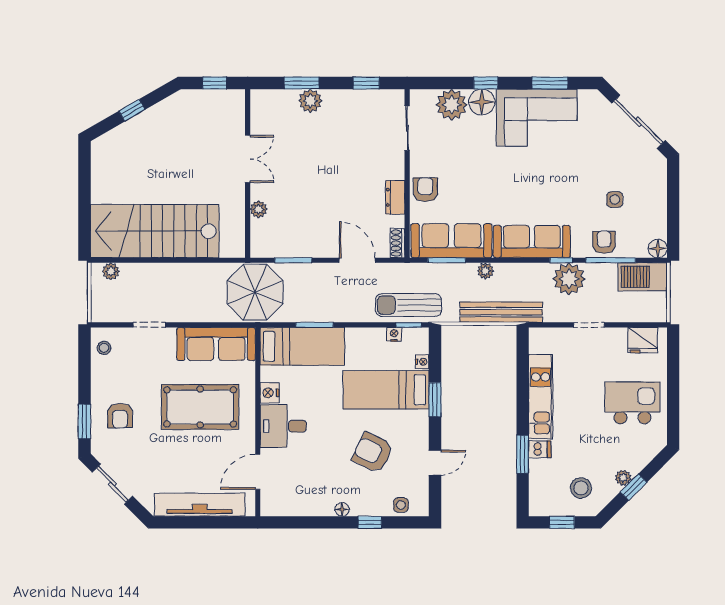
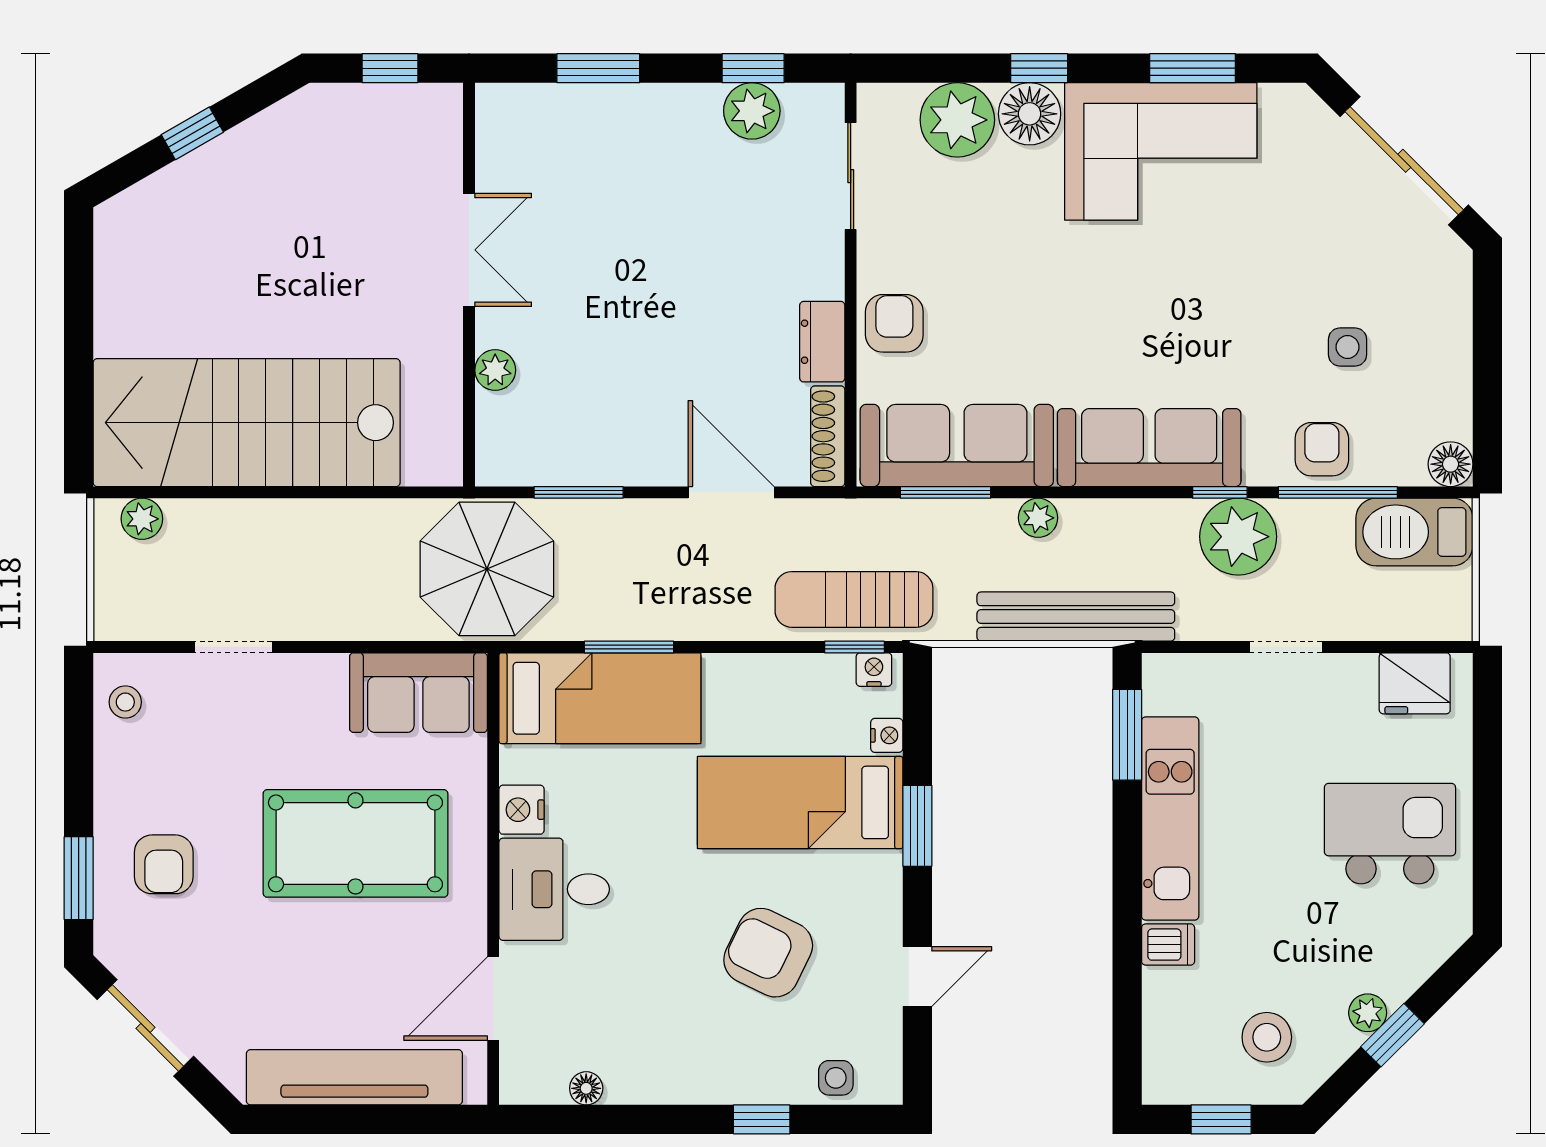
plant: (310, 101) -> (752, 111), moved
shoe rack: (398, 243) -> (828, 436), width x1.43
nightstand: (394, 334) -> (874, 670), moved
sofa: (216, 344) -> (418, 693), width x0.73
window: (523, 454) -> (1127, 735), moved
floor lamp: (342, 509) -> (586, 1088), moved

